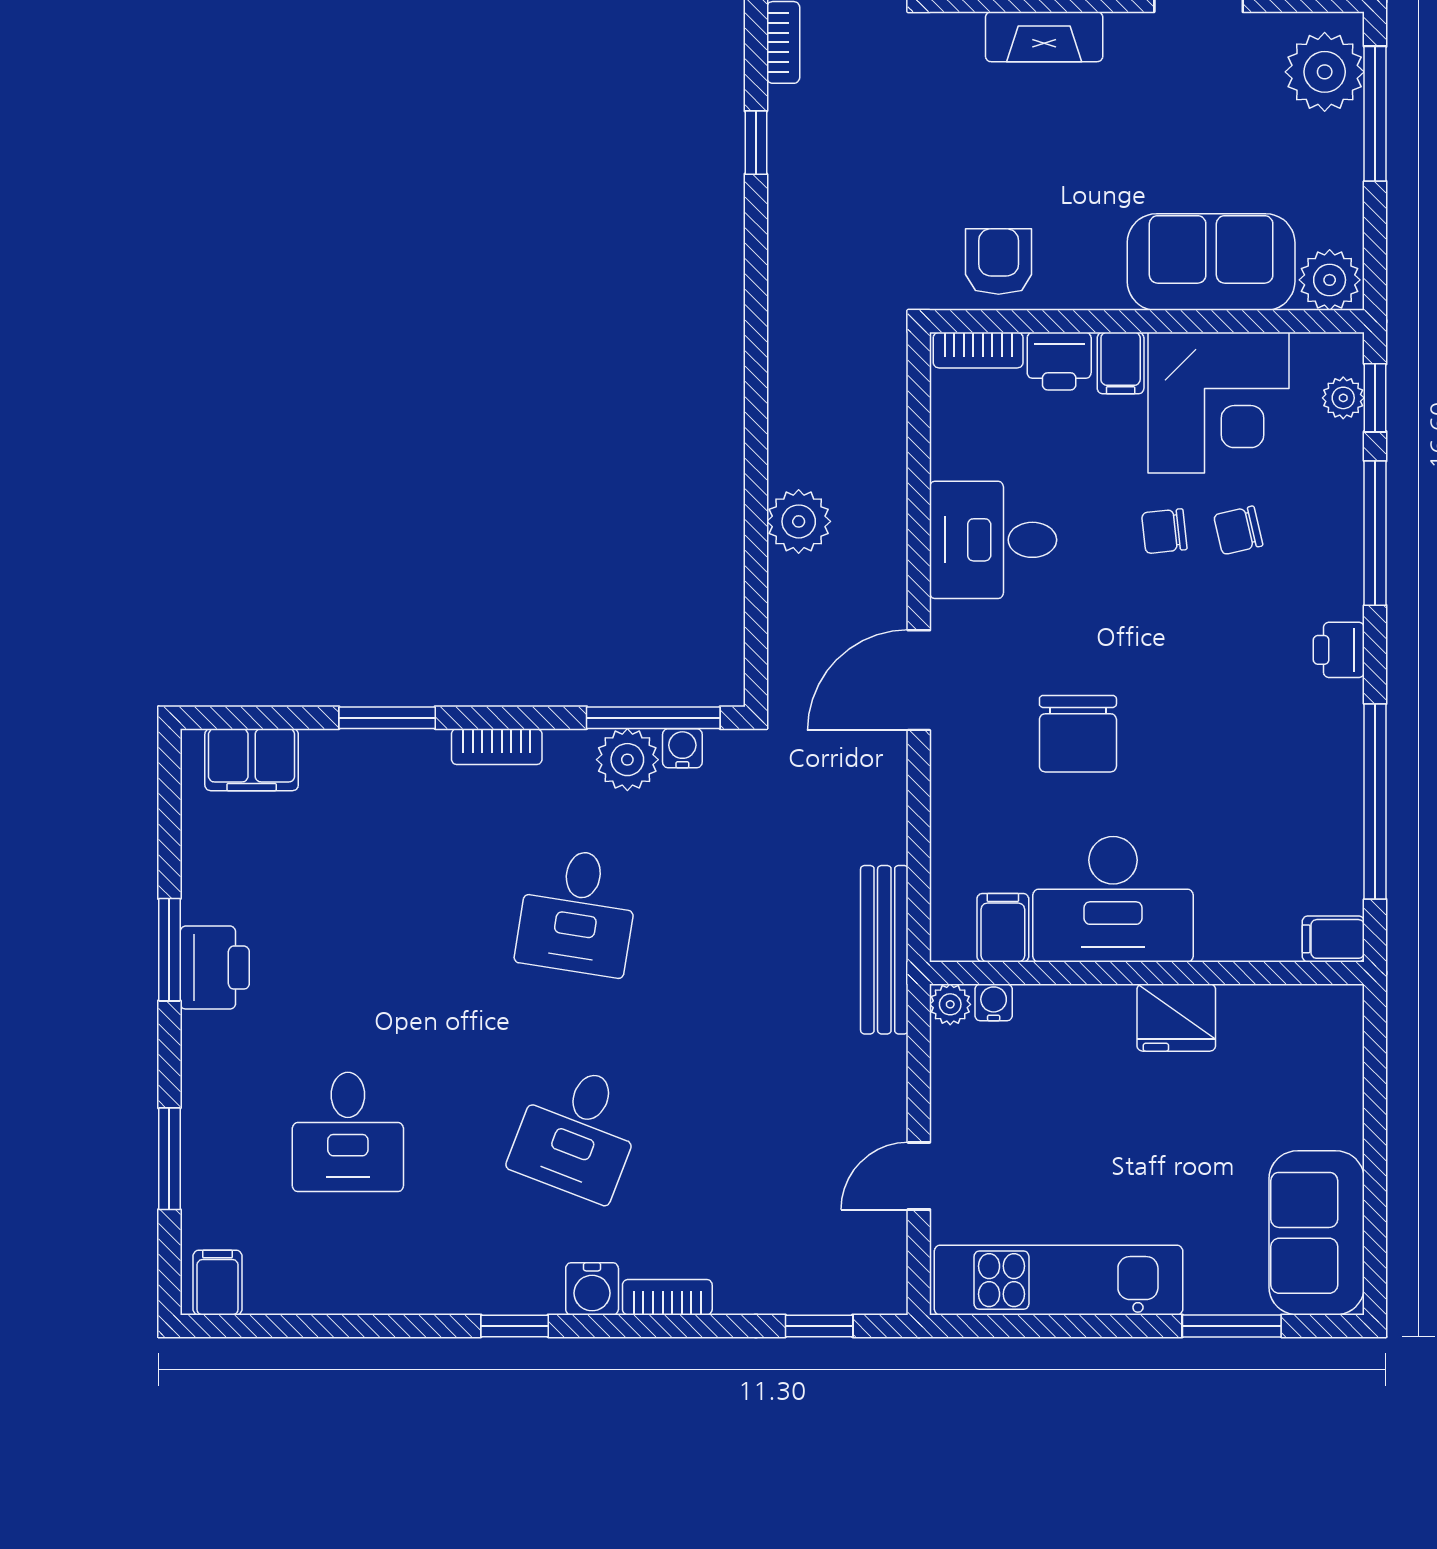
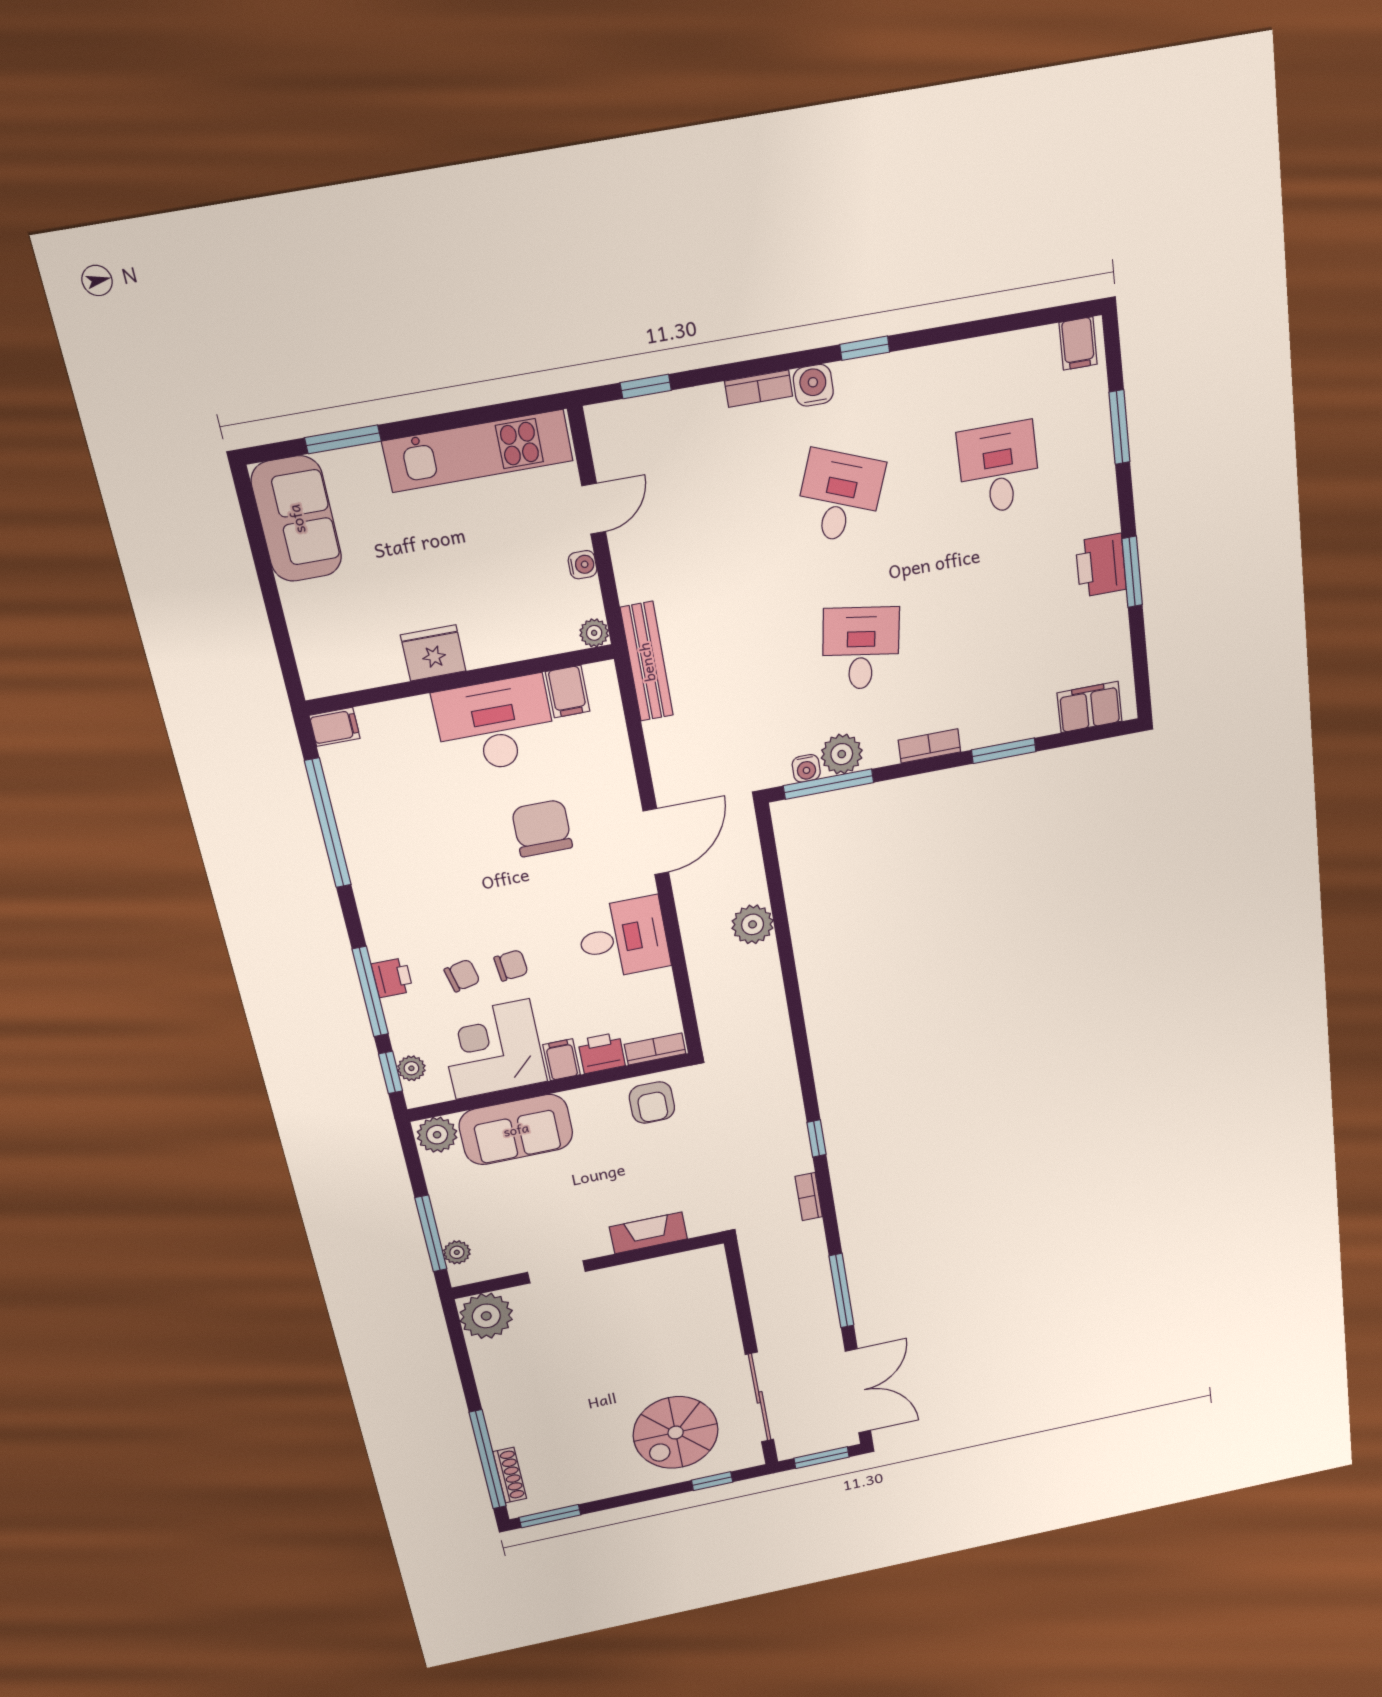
plant: (1325, 72) -> (457, 1252), width x0.53, depth x0.53
printer: (1339, 650) -> (392, 978), moved
water cooler: (994, 1002) -> (583, 565), moved, turned -90

